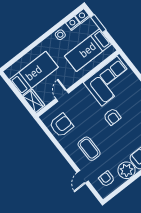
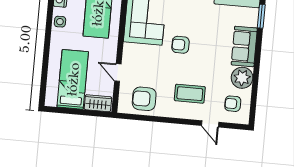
armchair: (112, 117) -> (180, 45), turned 180
armchair: (61, 125) -> (144, 99), turned -90

